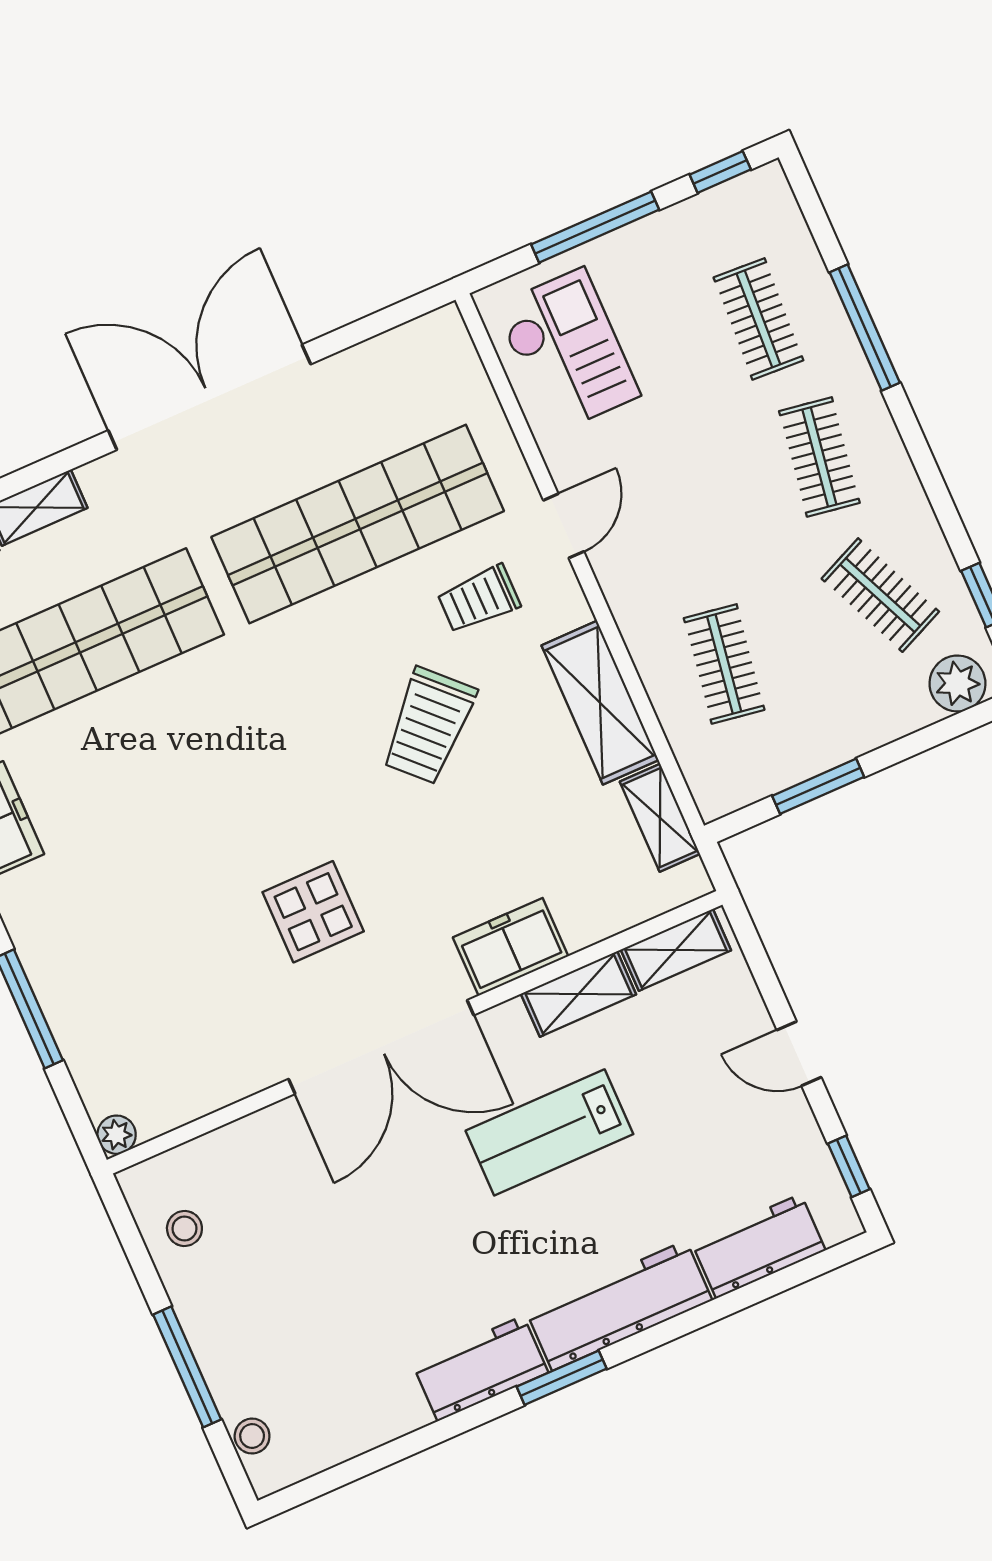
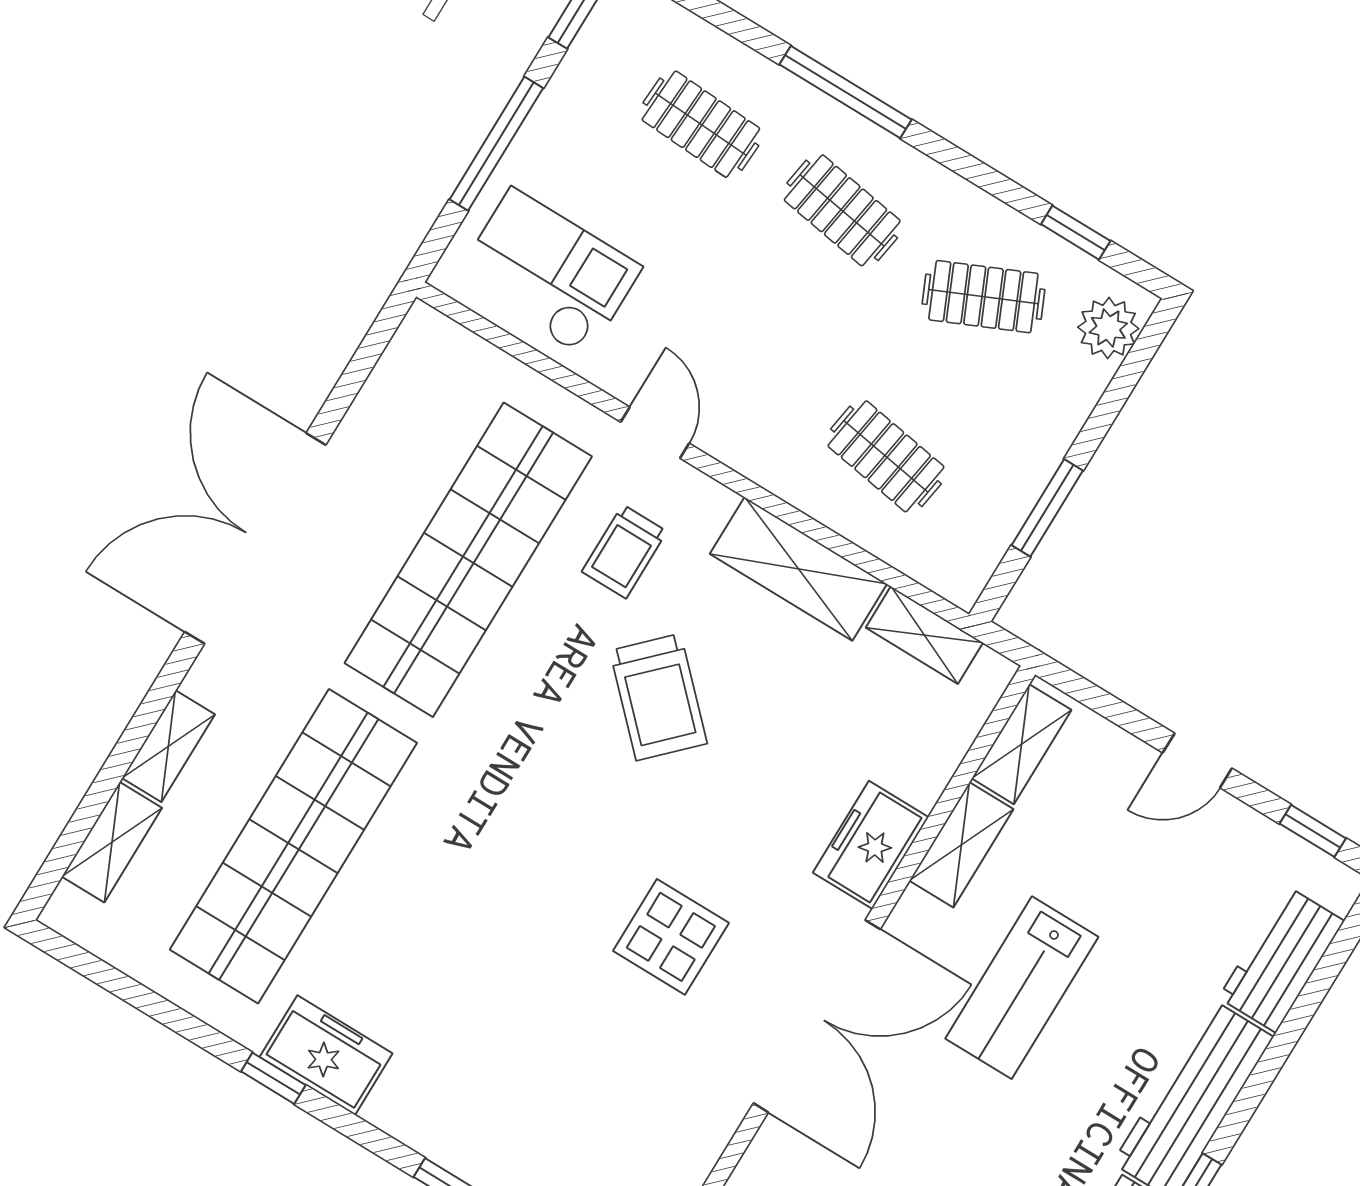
window: (865, 327) -> (846, 92), moved

